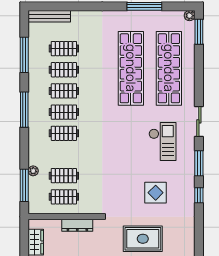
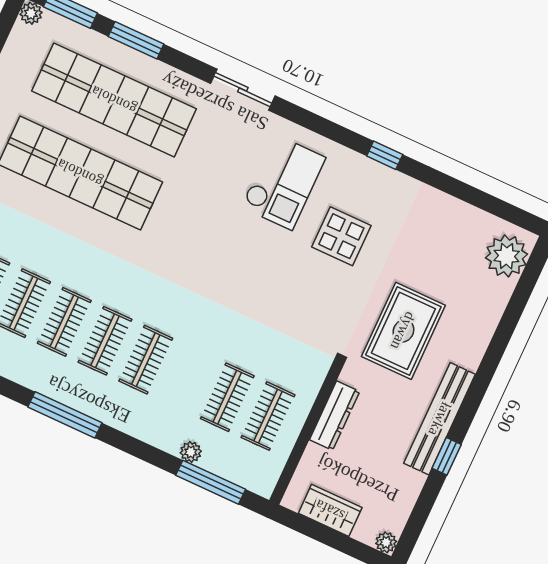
checkout: (162, 141) -> (283, 182), moved, turned 90
window: (199, 163) -> (136, 40), moved
rug: (143, 239) -> (403, 331), moved

